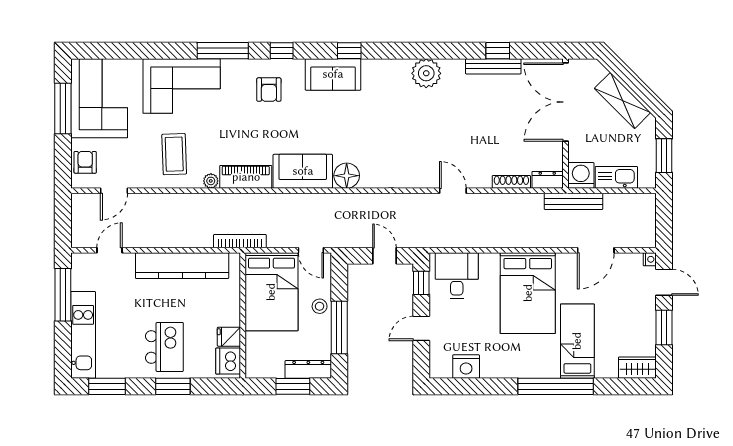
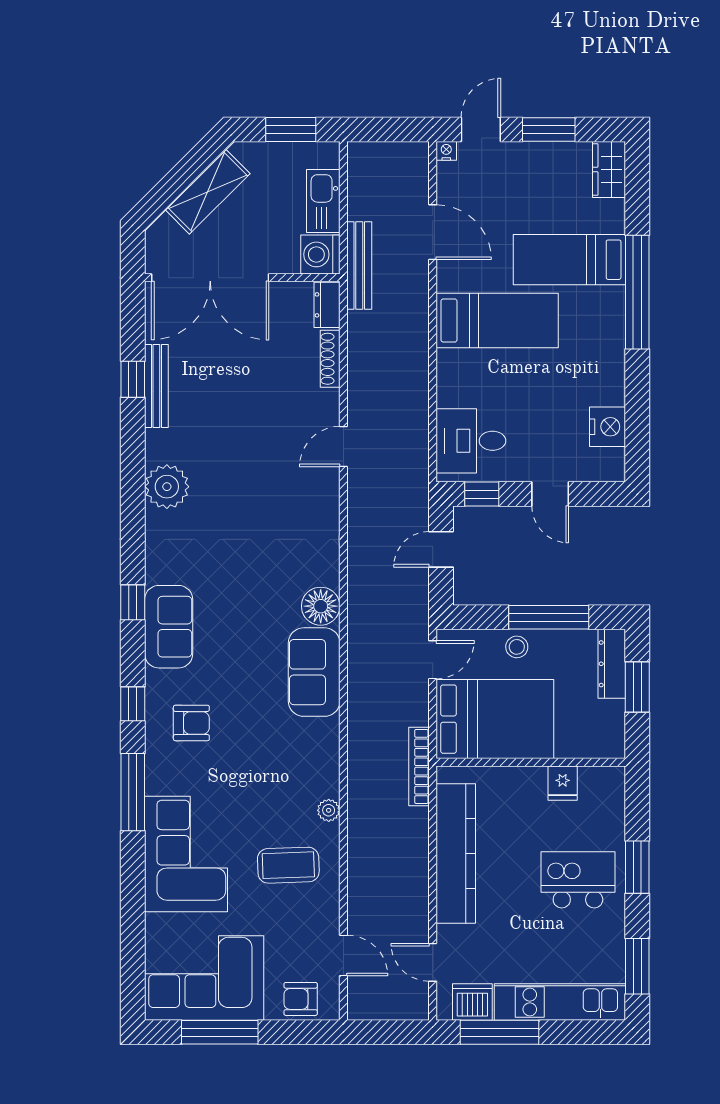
piano: (246, 177) -> (322, 758), removed
bed: (528, 293) -> (497, 321), width x0.67
dishwasher: (228, 361) -> (472, 1002), moved, turned 180

